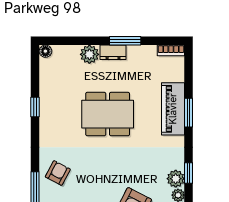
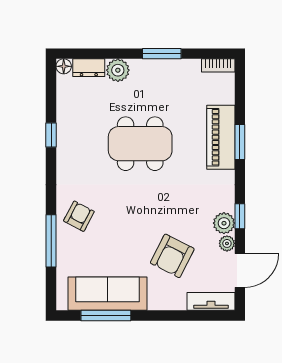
dresser: (113, 52) -> (89, 68), moved

